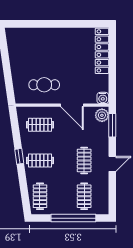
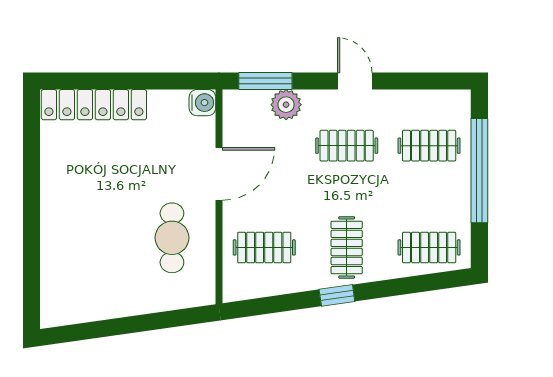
plant: (102, 115) -> (286, 105), moved
clothes rail: (40, 125) -> (264, 247), turned 90

